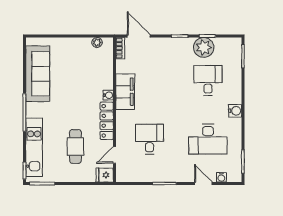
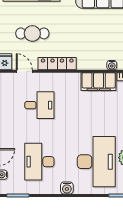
desk: (208, 80) -> (96, 162), width x1.87, depth x1.30
filing cabinet: (125, 92) -> (99, 82), moved
water cooler: (108, 95) -> (112, 65), moved

